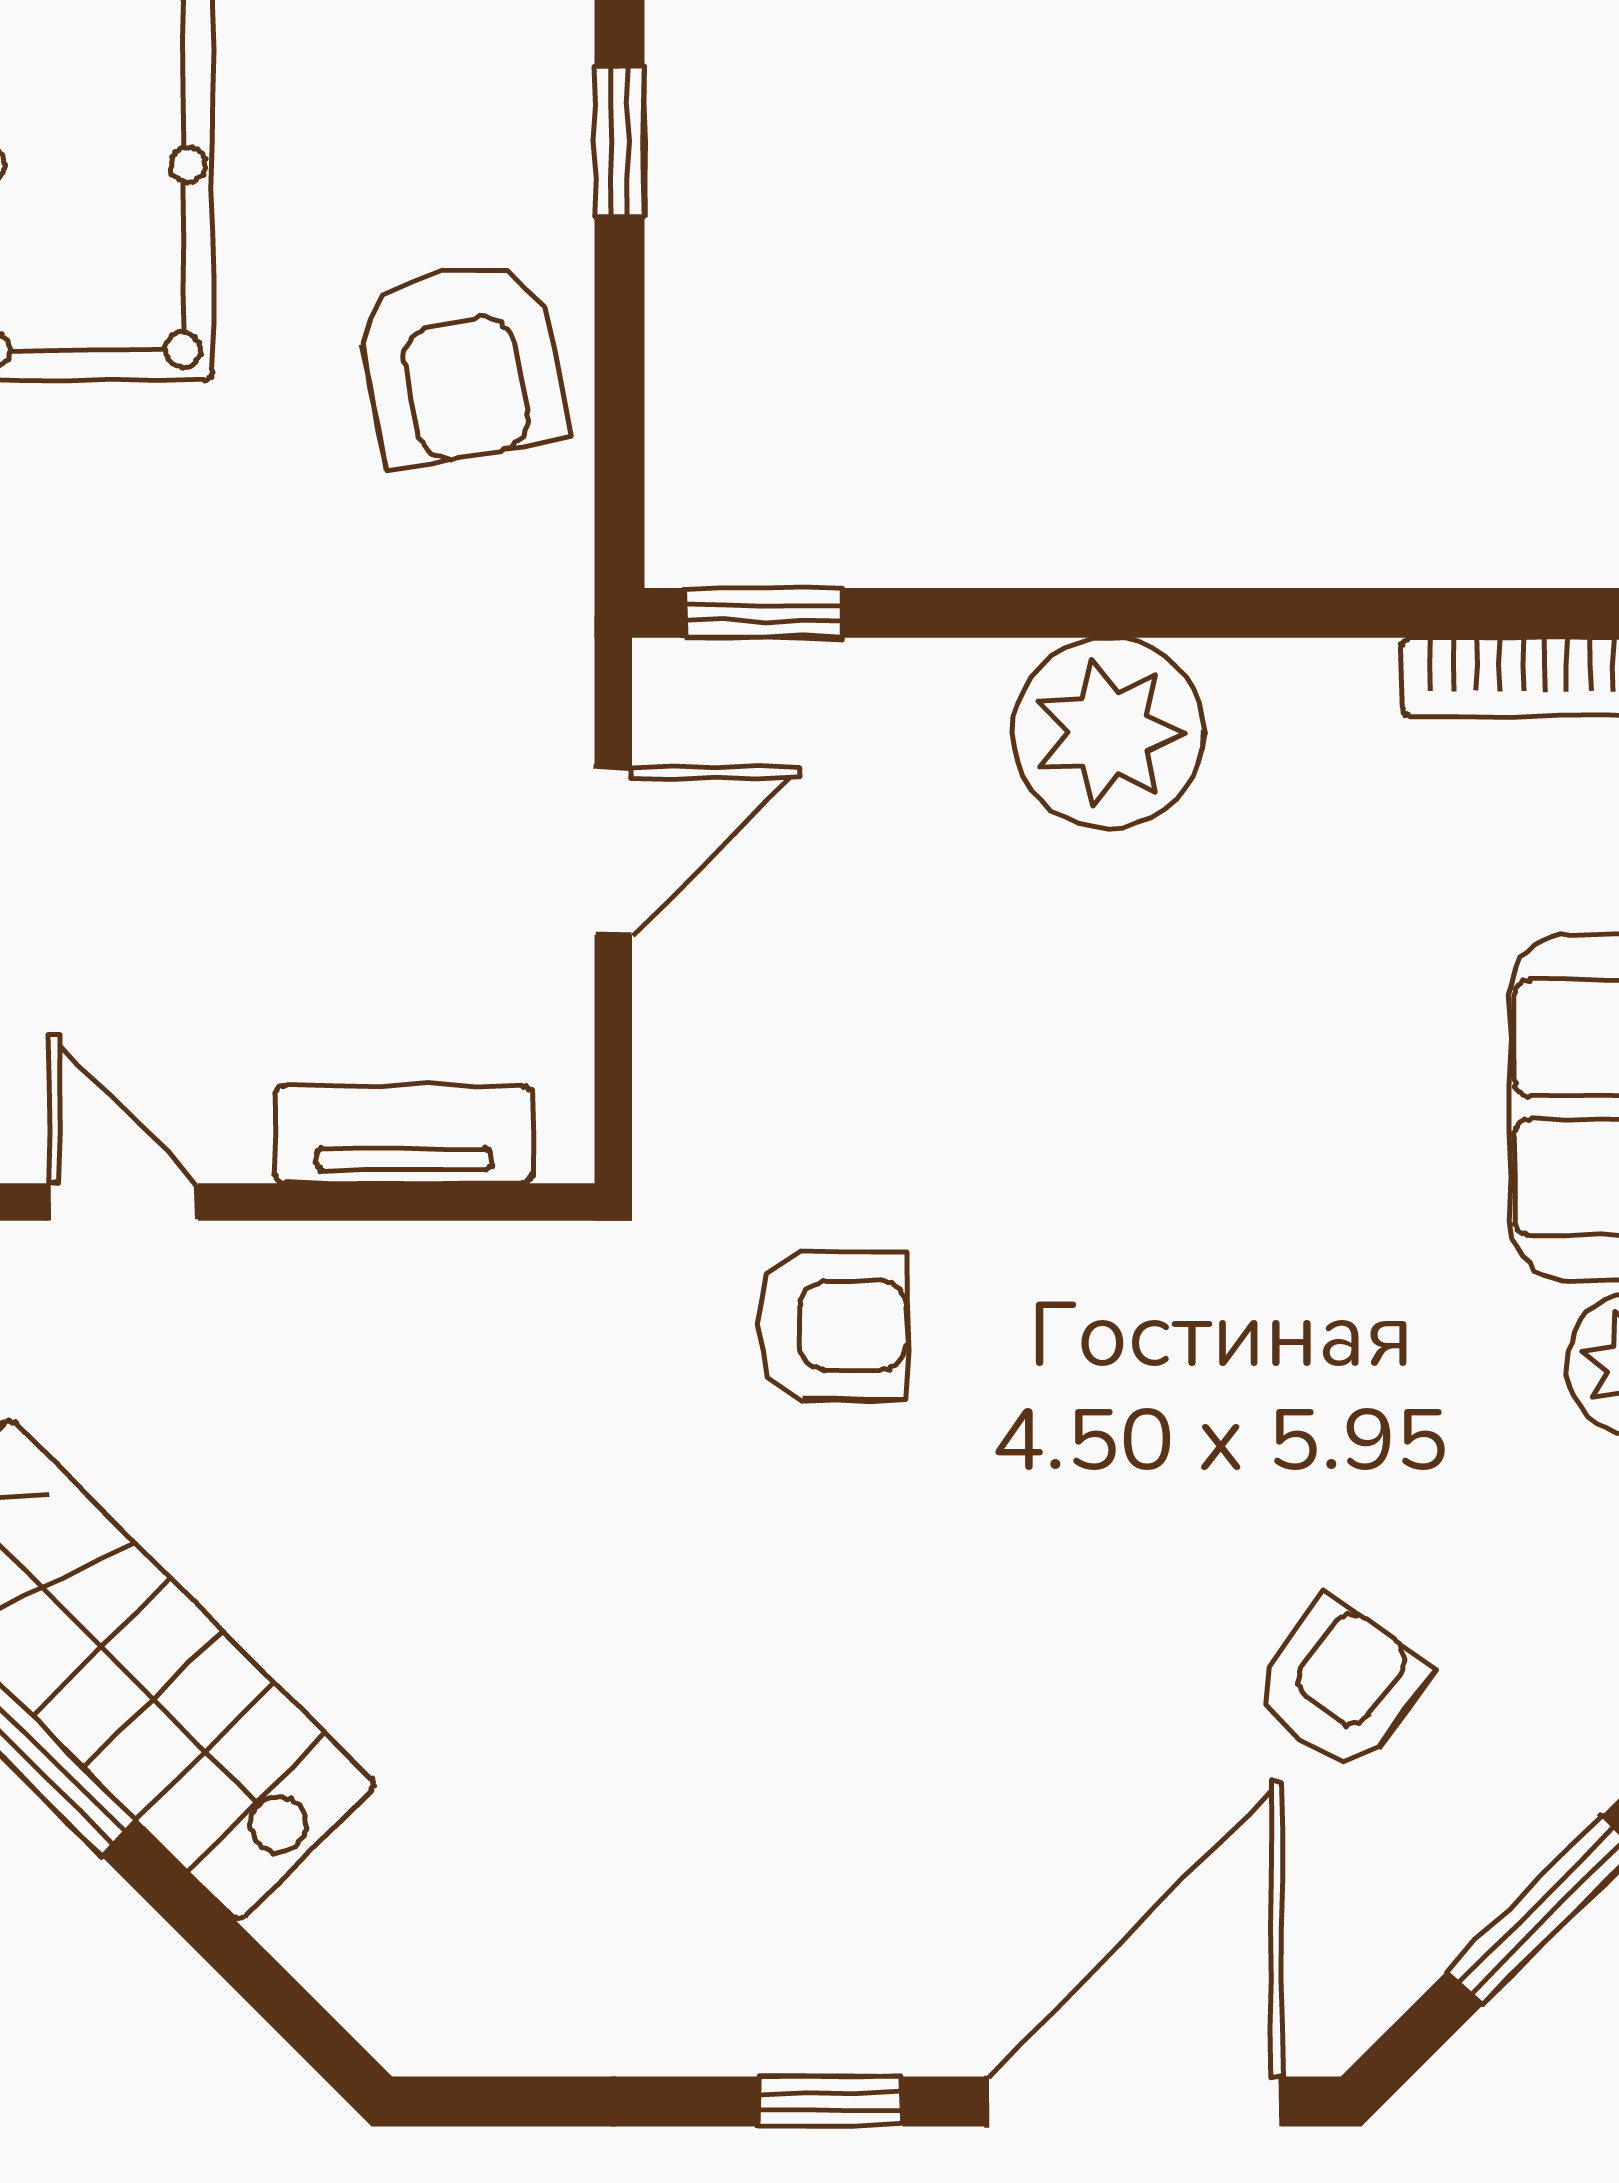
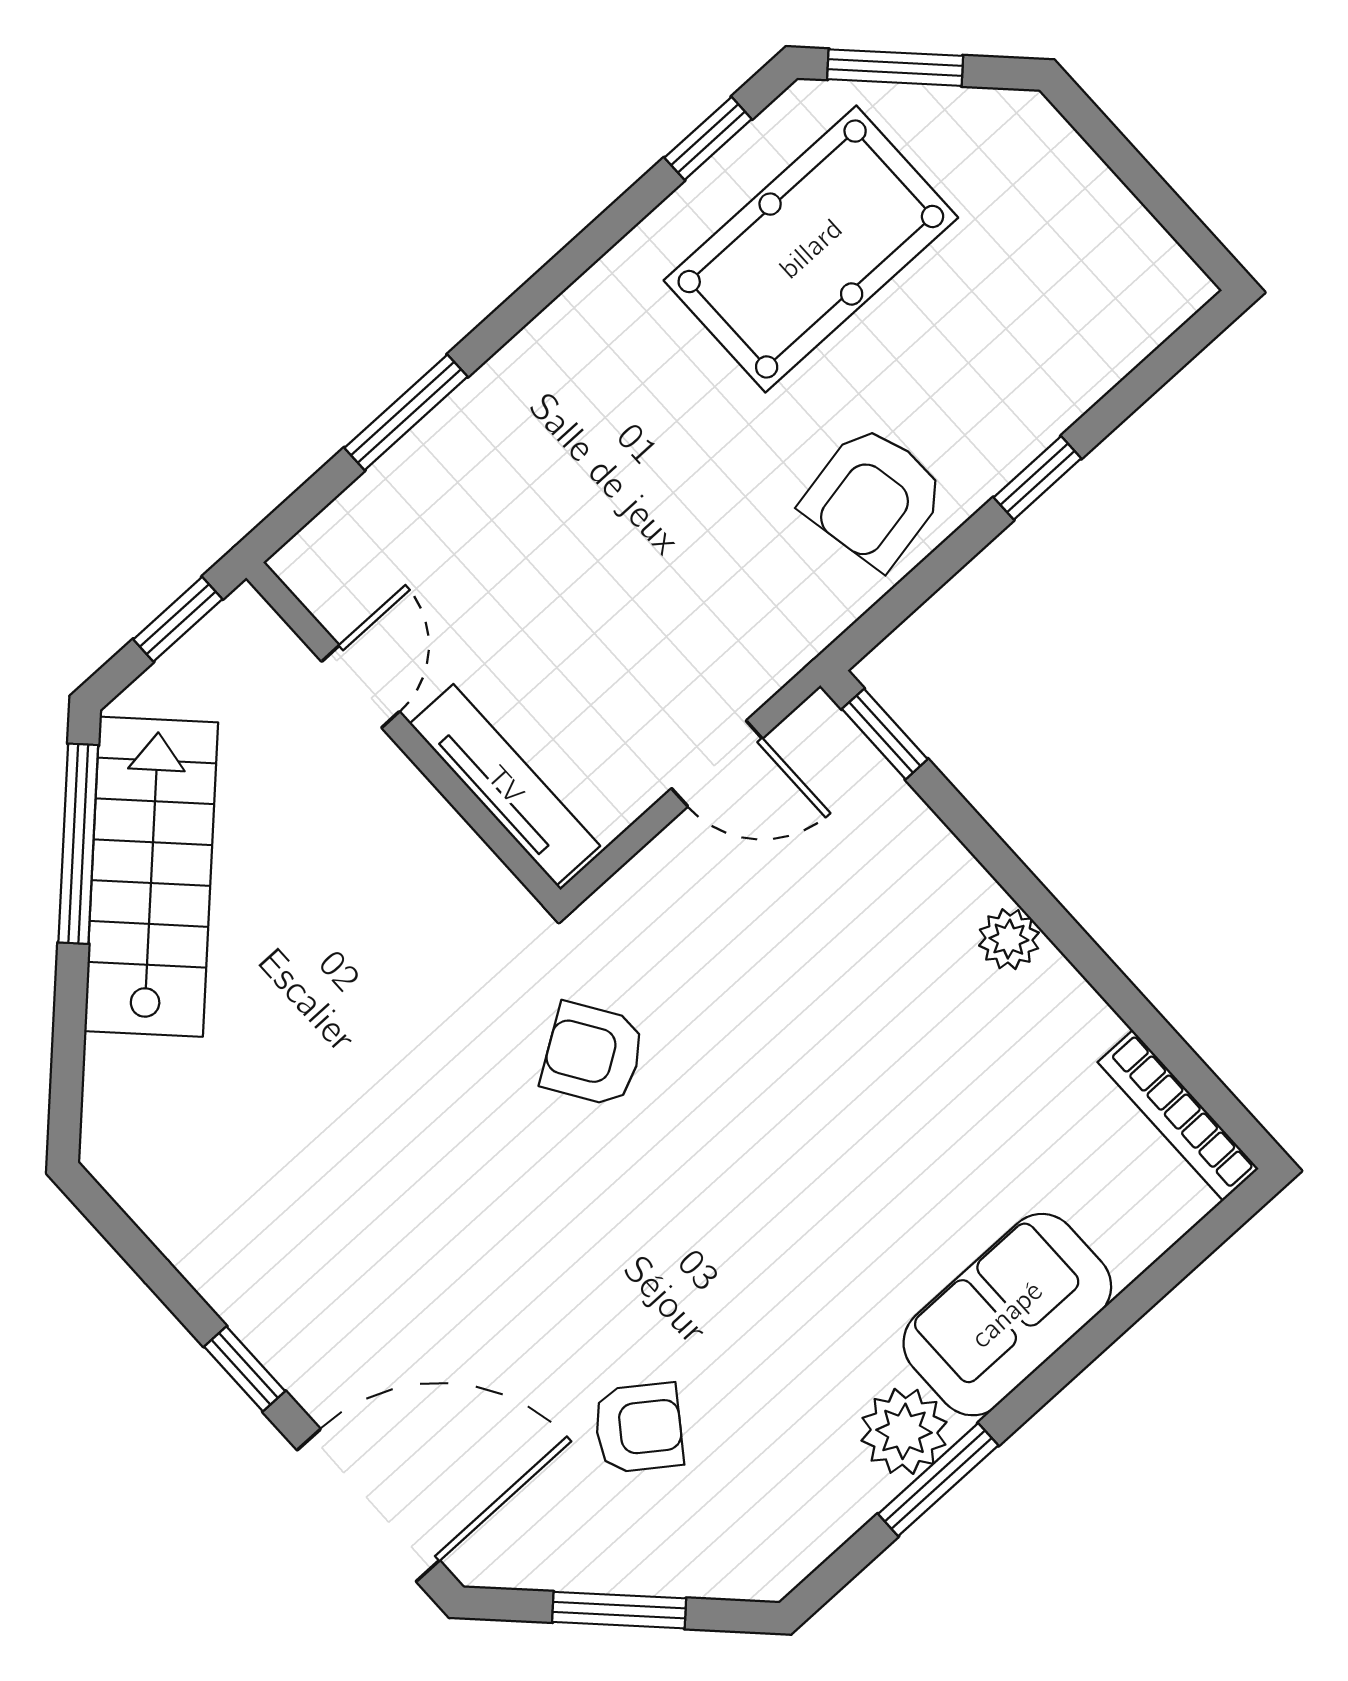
plant: (1108, 733) -> (1009, 939), width x0.53, depth x0.53
tv unit: (404, 1134) -> (505, 785), width x1.41
armchair: (832, 1326) -> (593, 1054), turned 147

